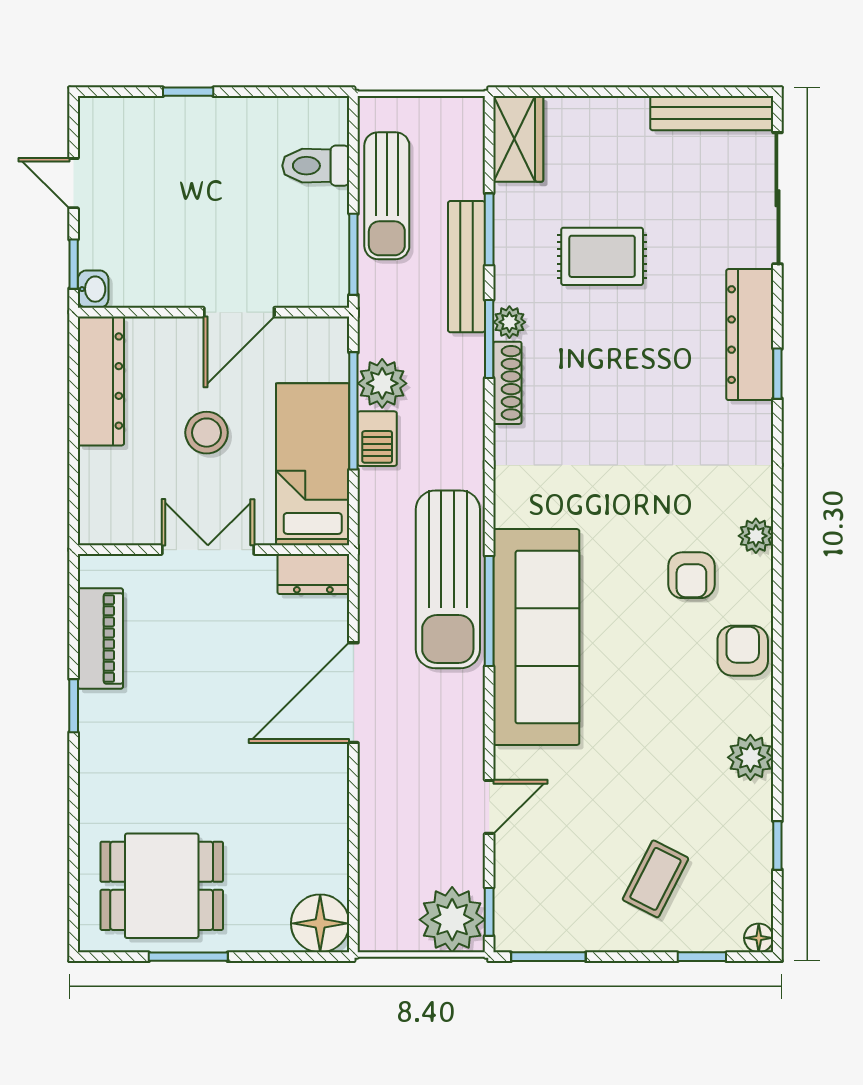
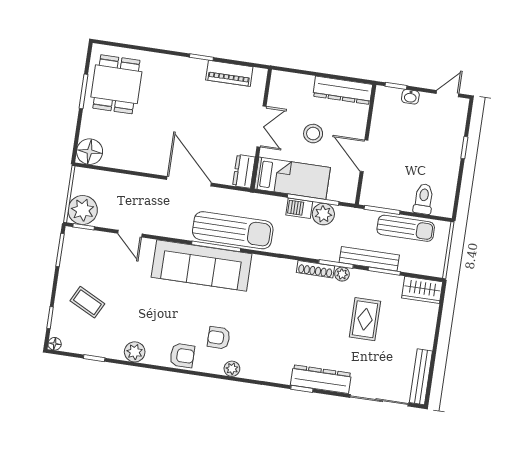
door: (74, 183) -> (448, 94), moved
sun lounger: (387, 196) -> (406, 228), turned 180
washbasin: (93, 289) -> (410, 97), moved
sun lounger: (448, 579) -> (233, 230), turned 180

